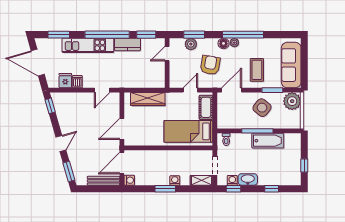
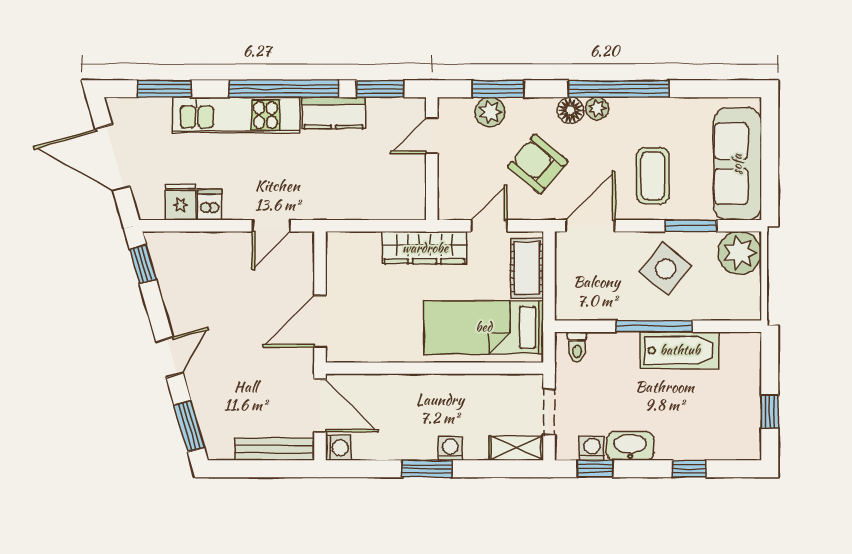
armchair: (210, 65) -> (538, 164), turned -60
wardrobe: (148, 99) -> (425, 248), moved
door: (122, 163) -> (320, 406), swing flipped

